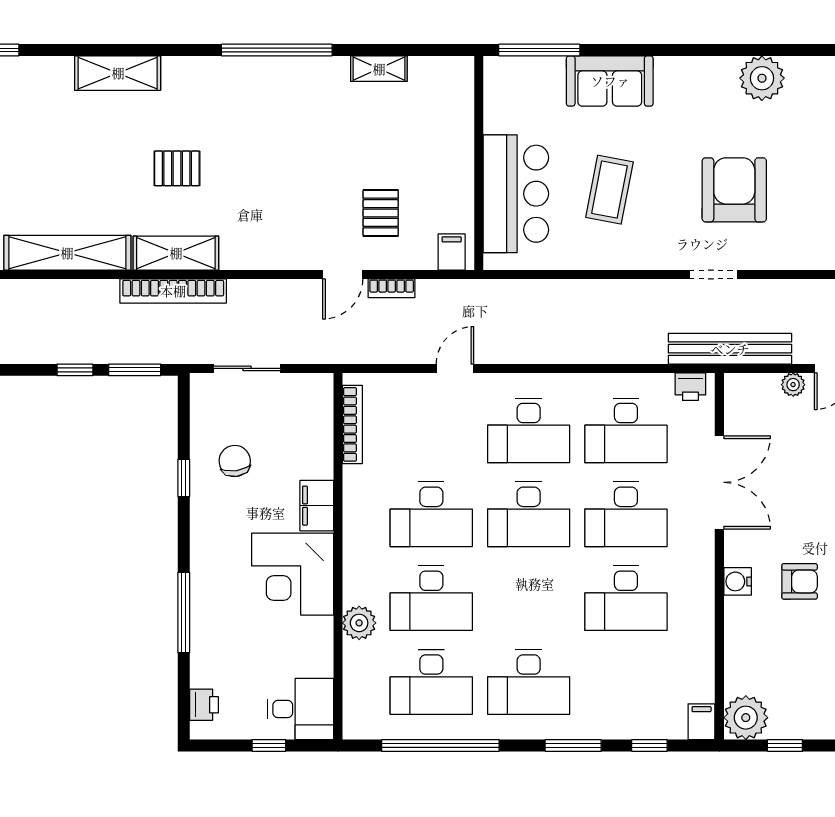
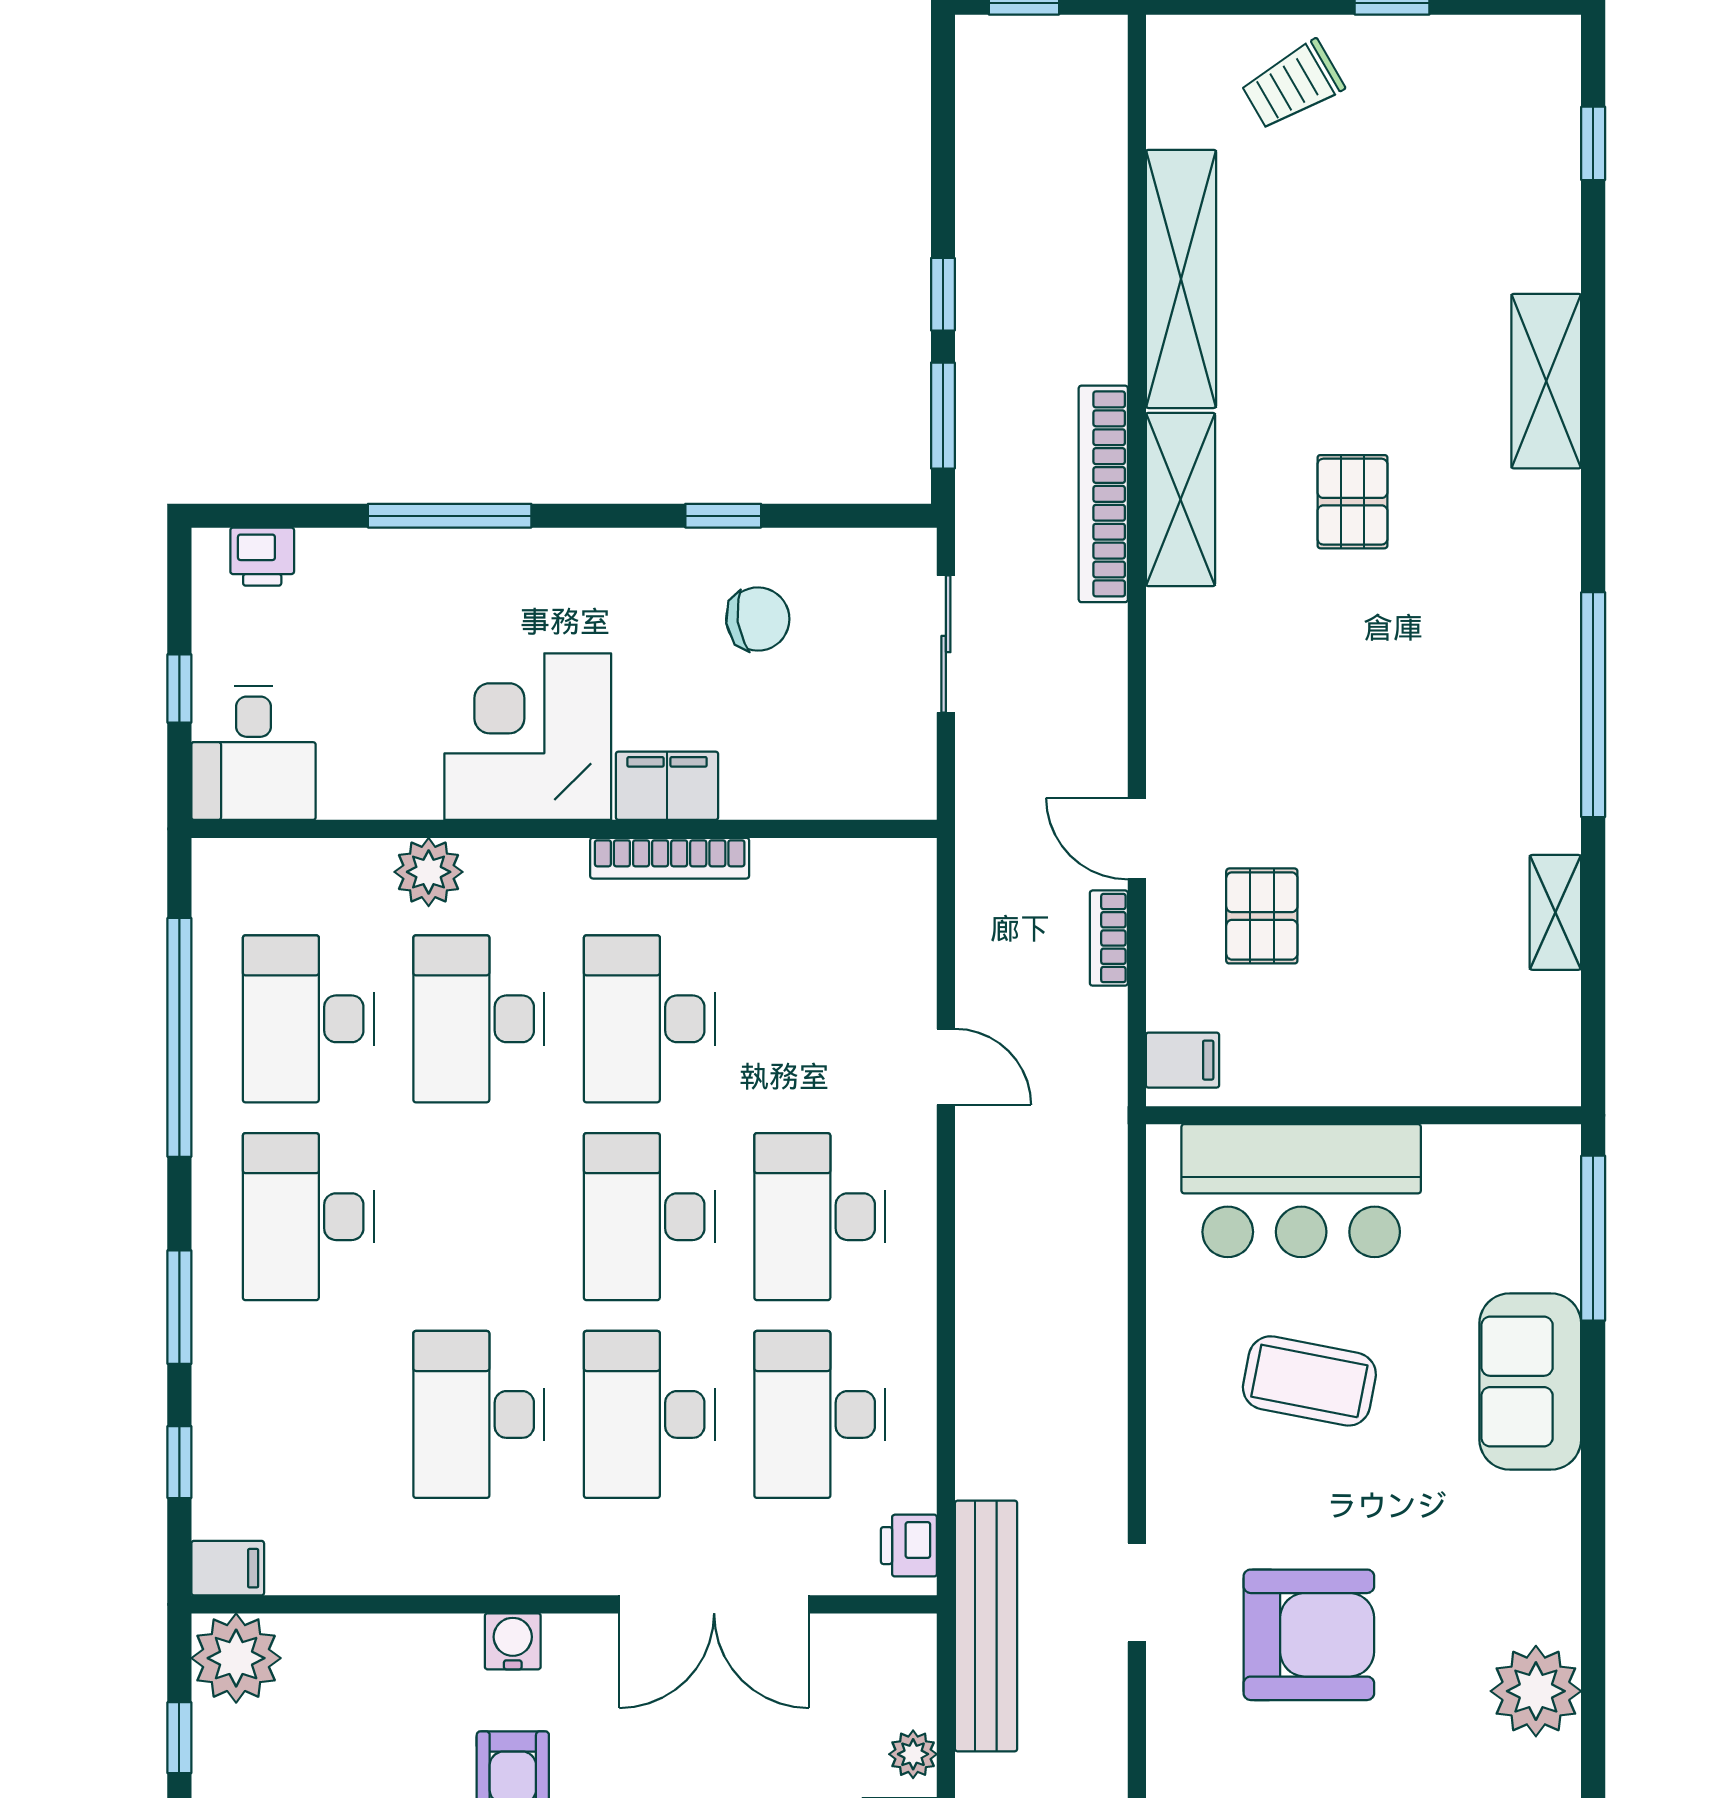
pallet: (381, 213) -> (1262, 916), turned 90
bookcase: (352, 424) -> (670, 858), moved

